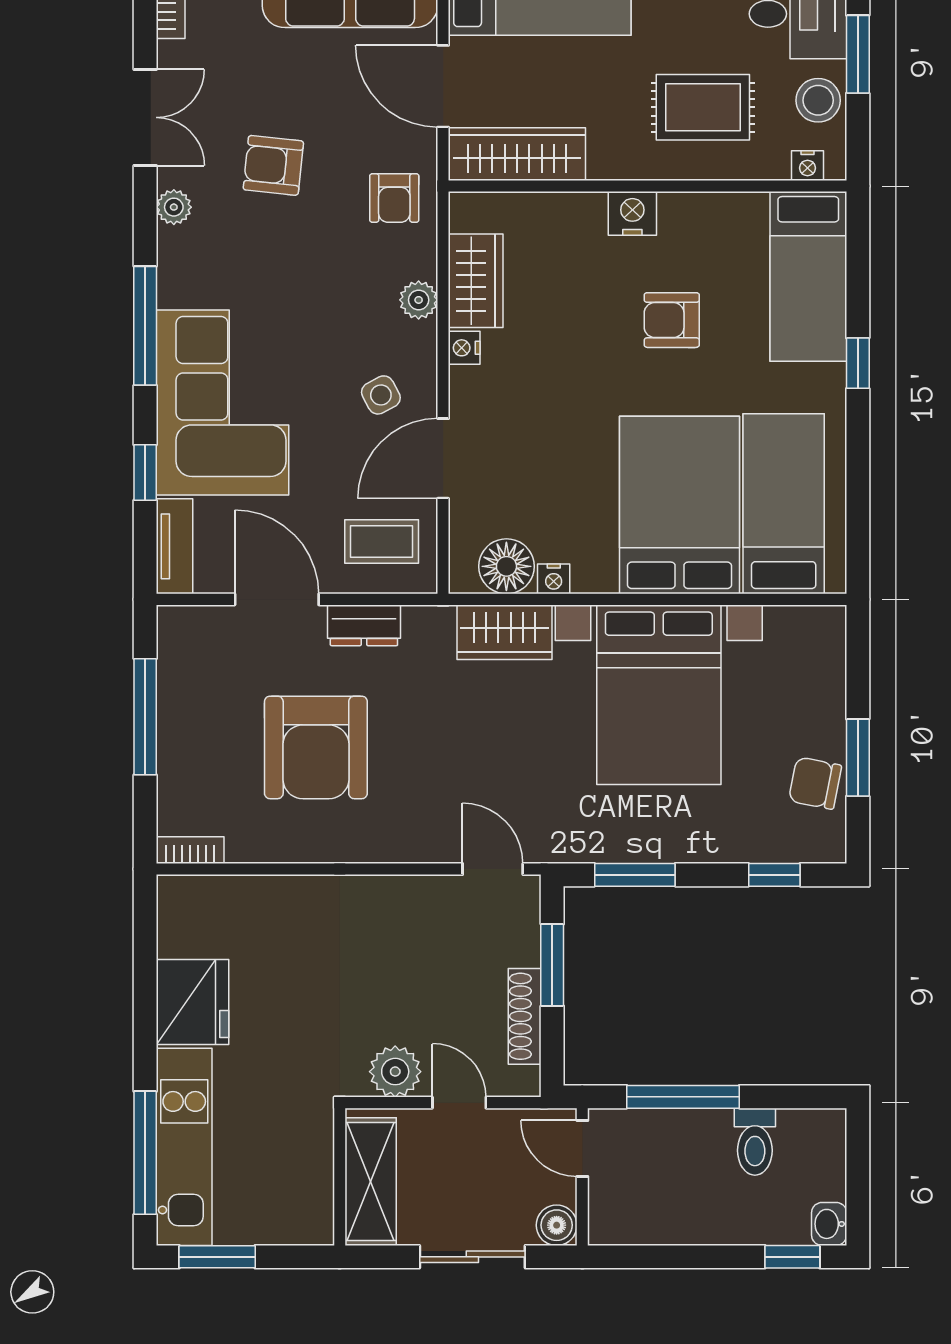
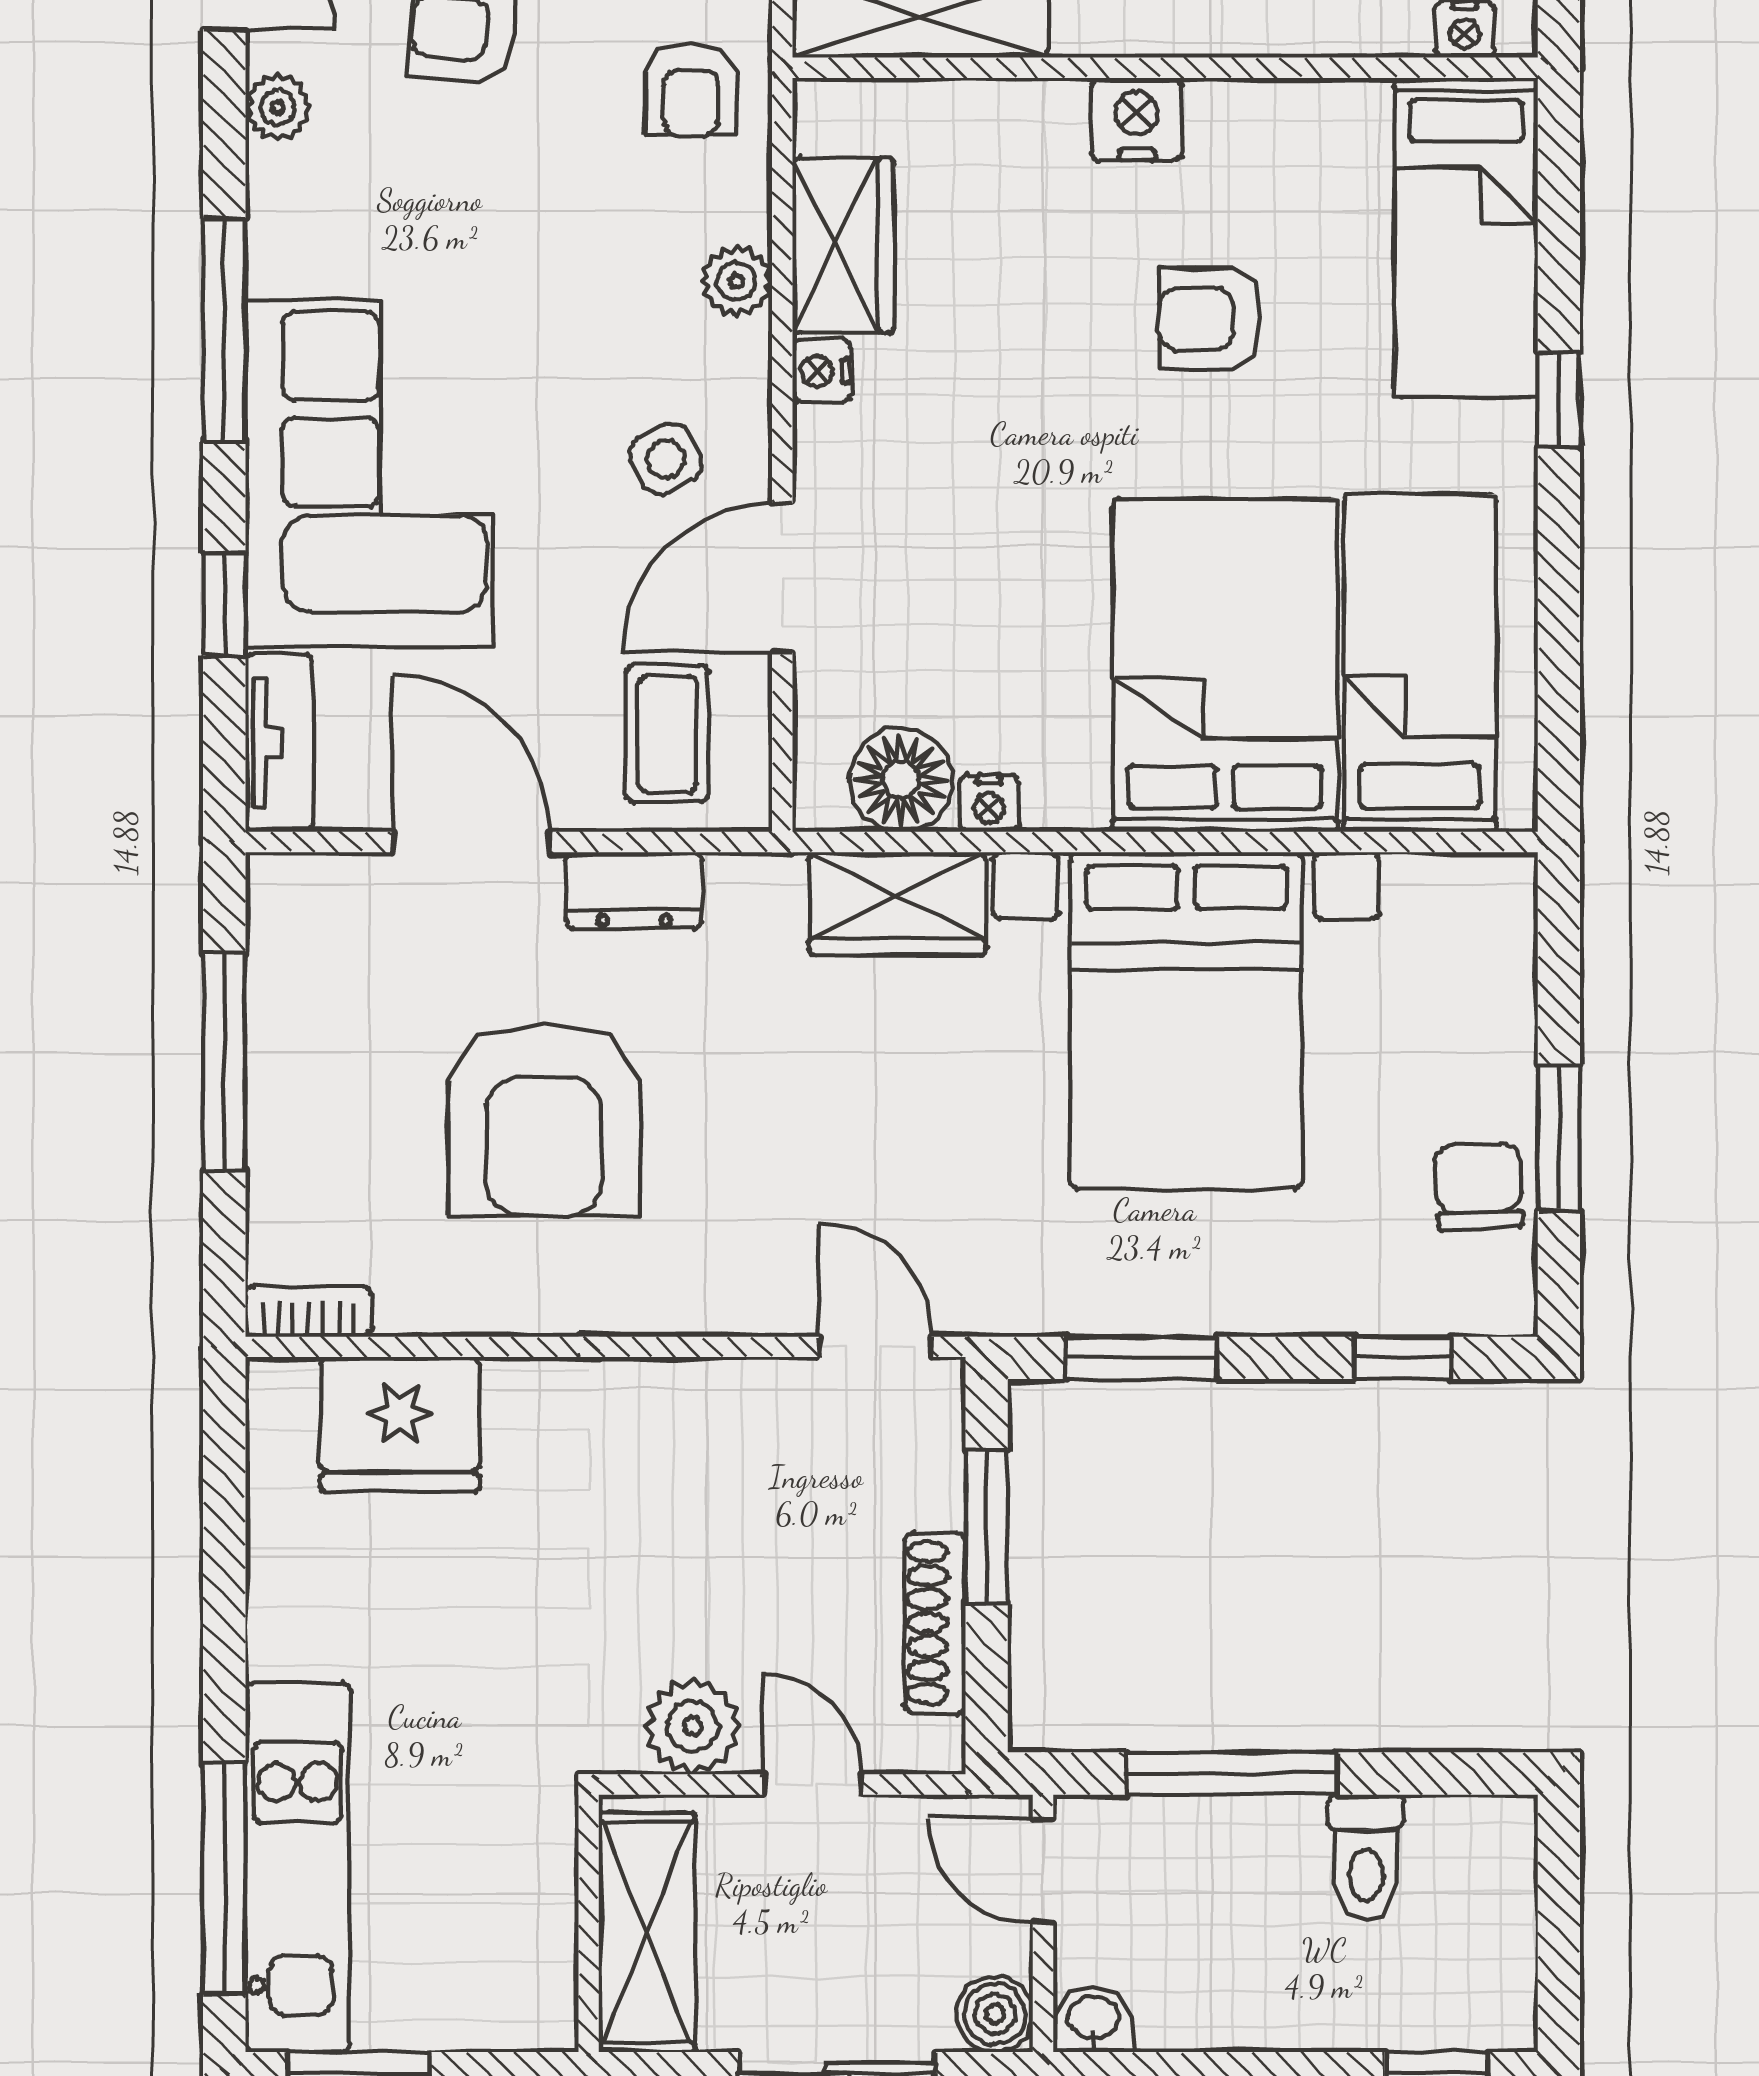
coffee table: (382, 542) -> (667, 734), turned 90
chair: (815, 783) -> (1479, 1186), turned 76
fridge: (192, 1002) -> (400, 1425), moved, turned 90
washbasin: (829, 1224) -> (1094, 2019), moved, turned 90

